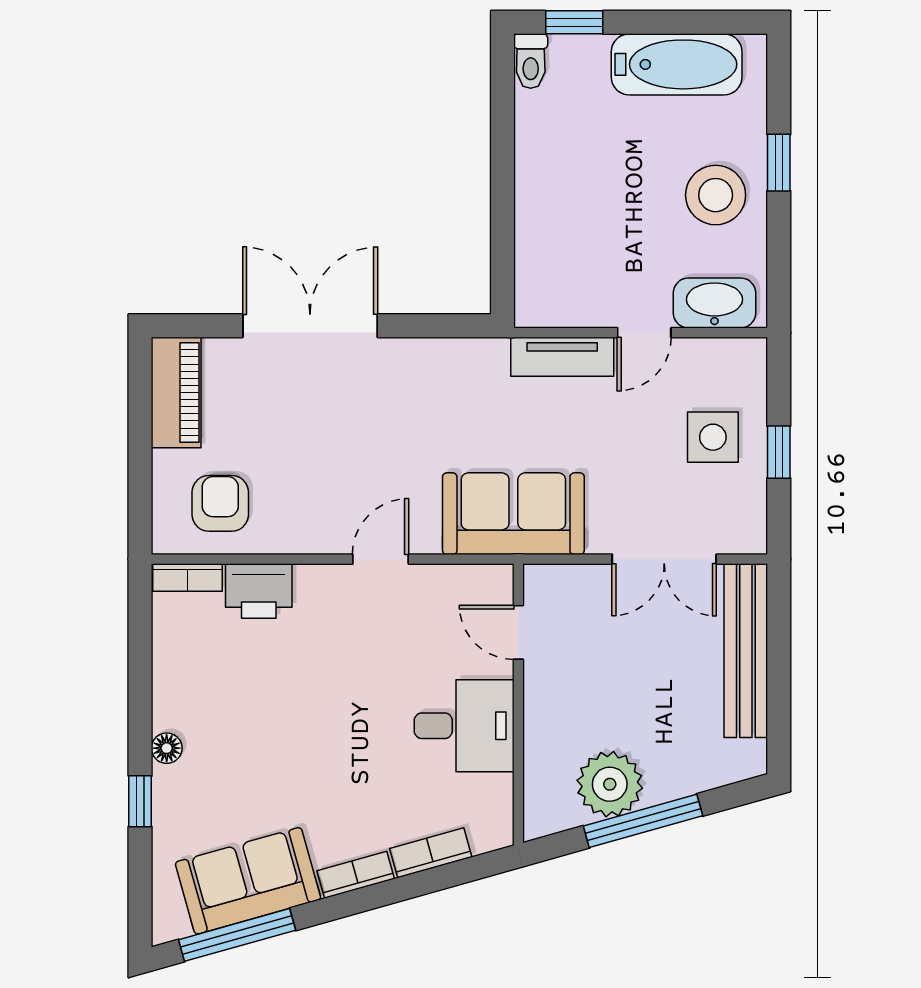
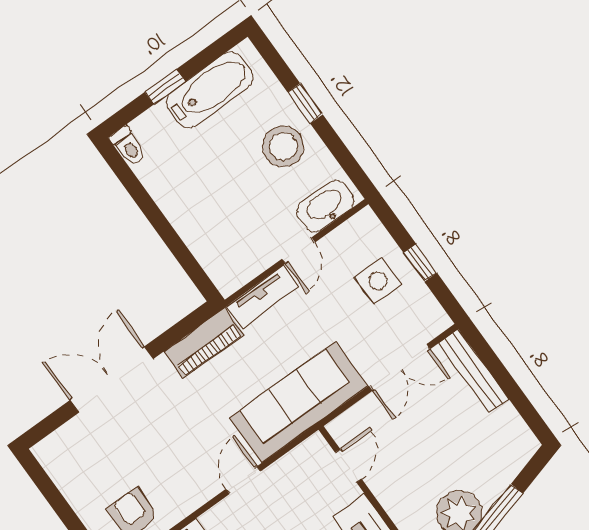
window: (574, 22) -> (165, 87), moved
piano: (176, 392) -> (204, 343), moved, turned 90
sofa: (513, 514) -> (298, 402), width x1.36
door: (518, 632) -> (348, 466), swing flipped
bench: (746, 651) -> (474, 371), width x0.73, depth x0.82

